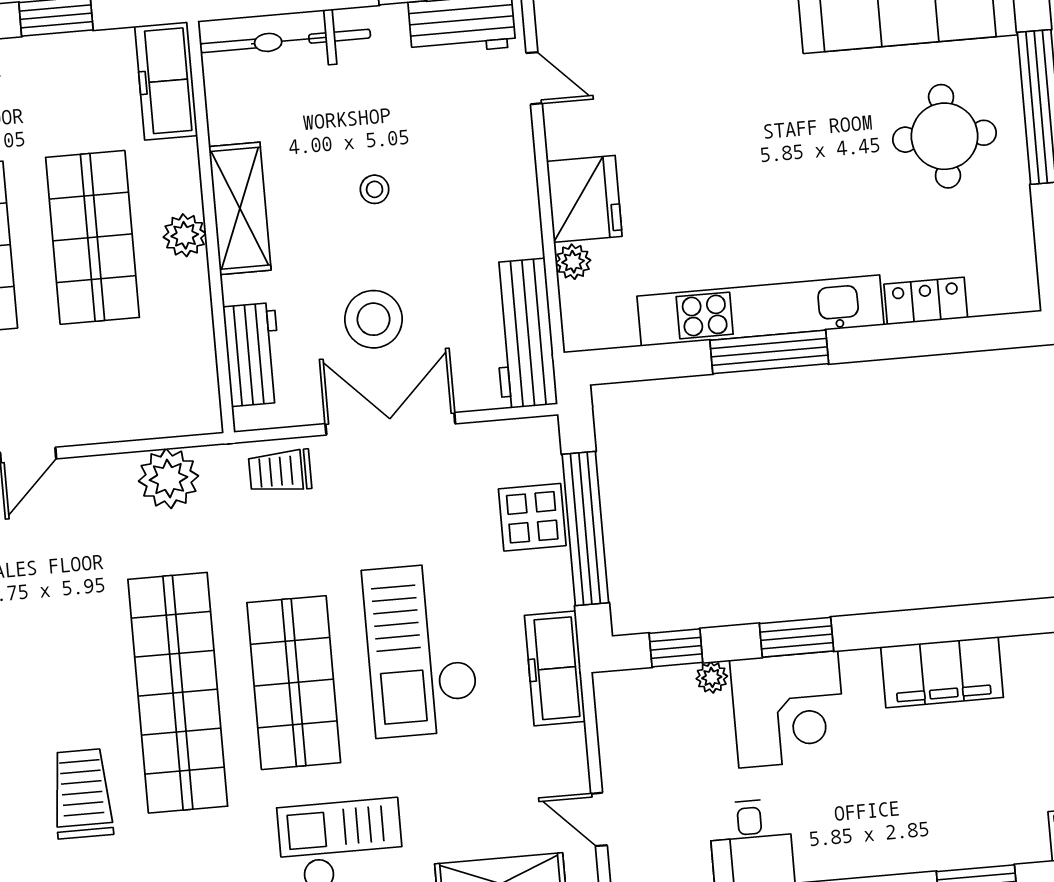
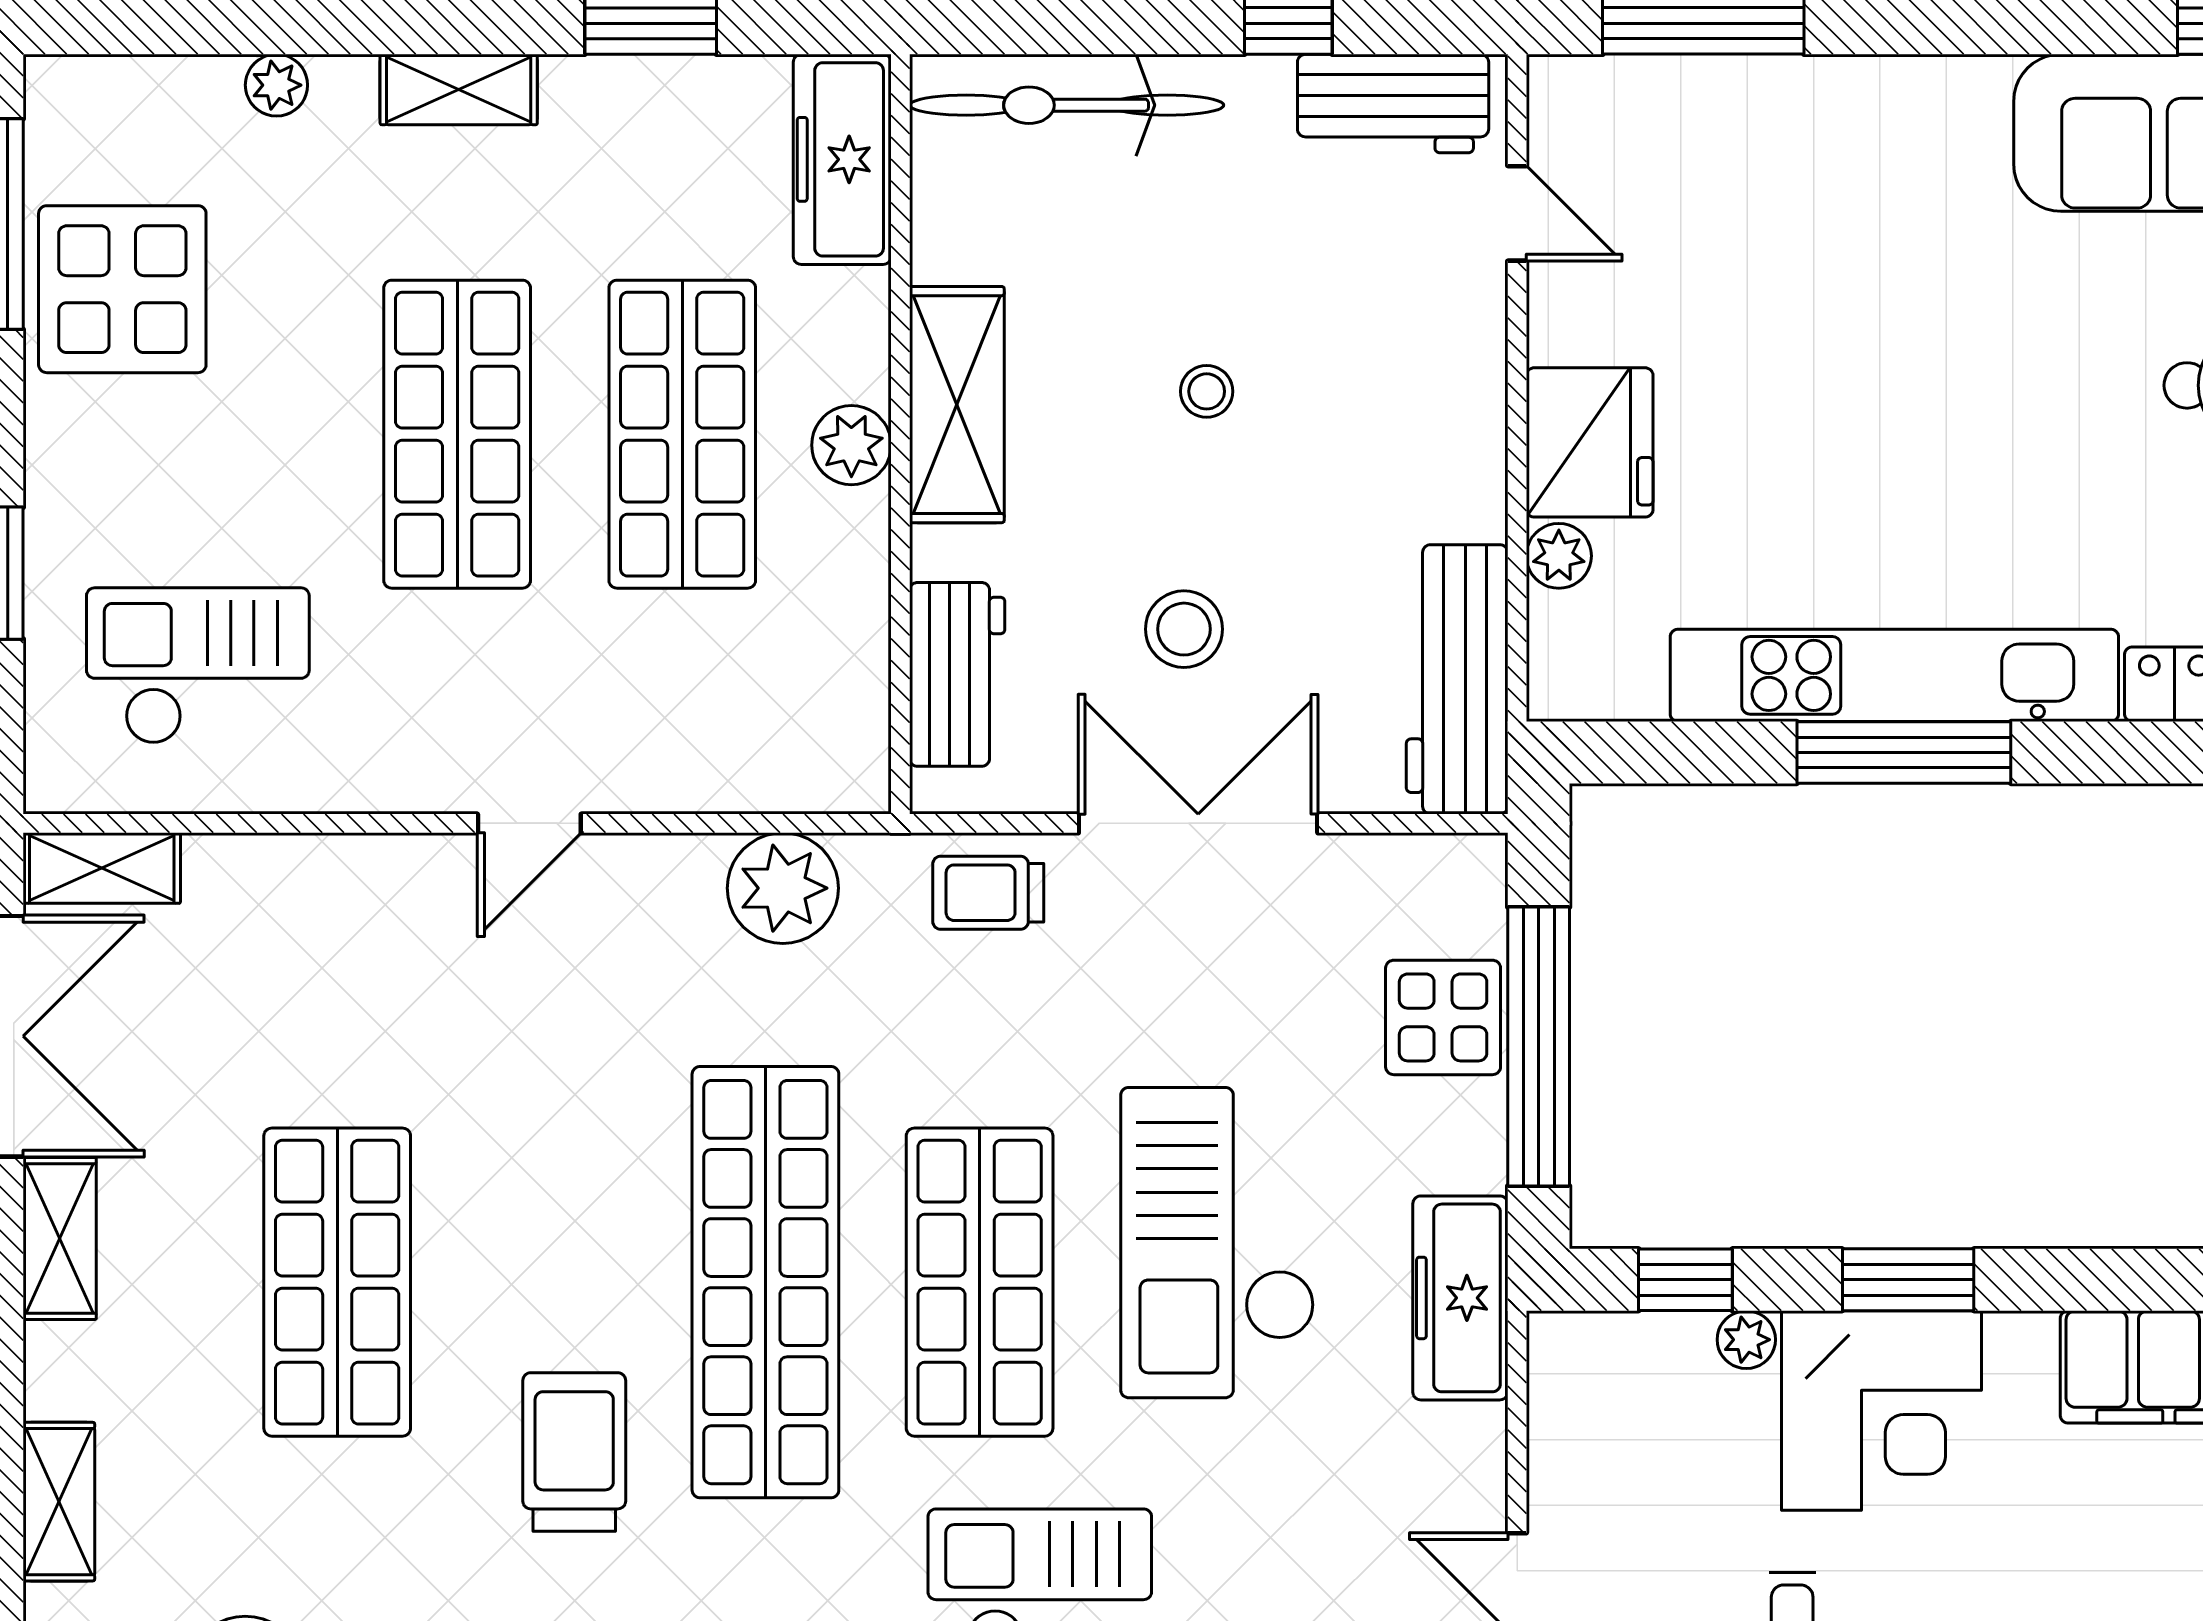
stool: (374, 319) -> (1184, 629), width x0.73, depth x0.73

